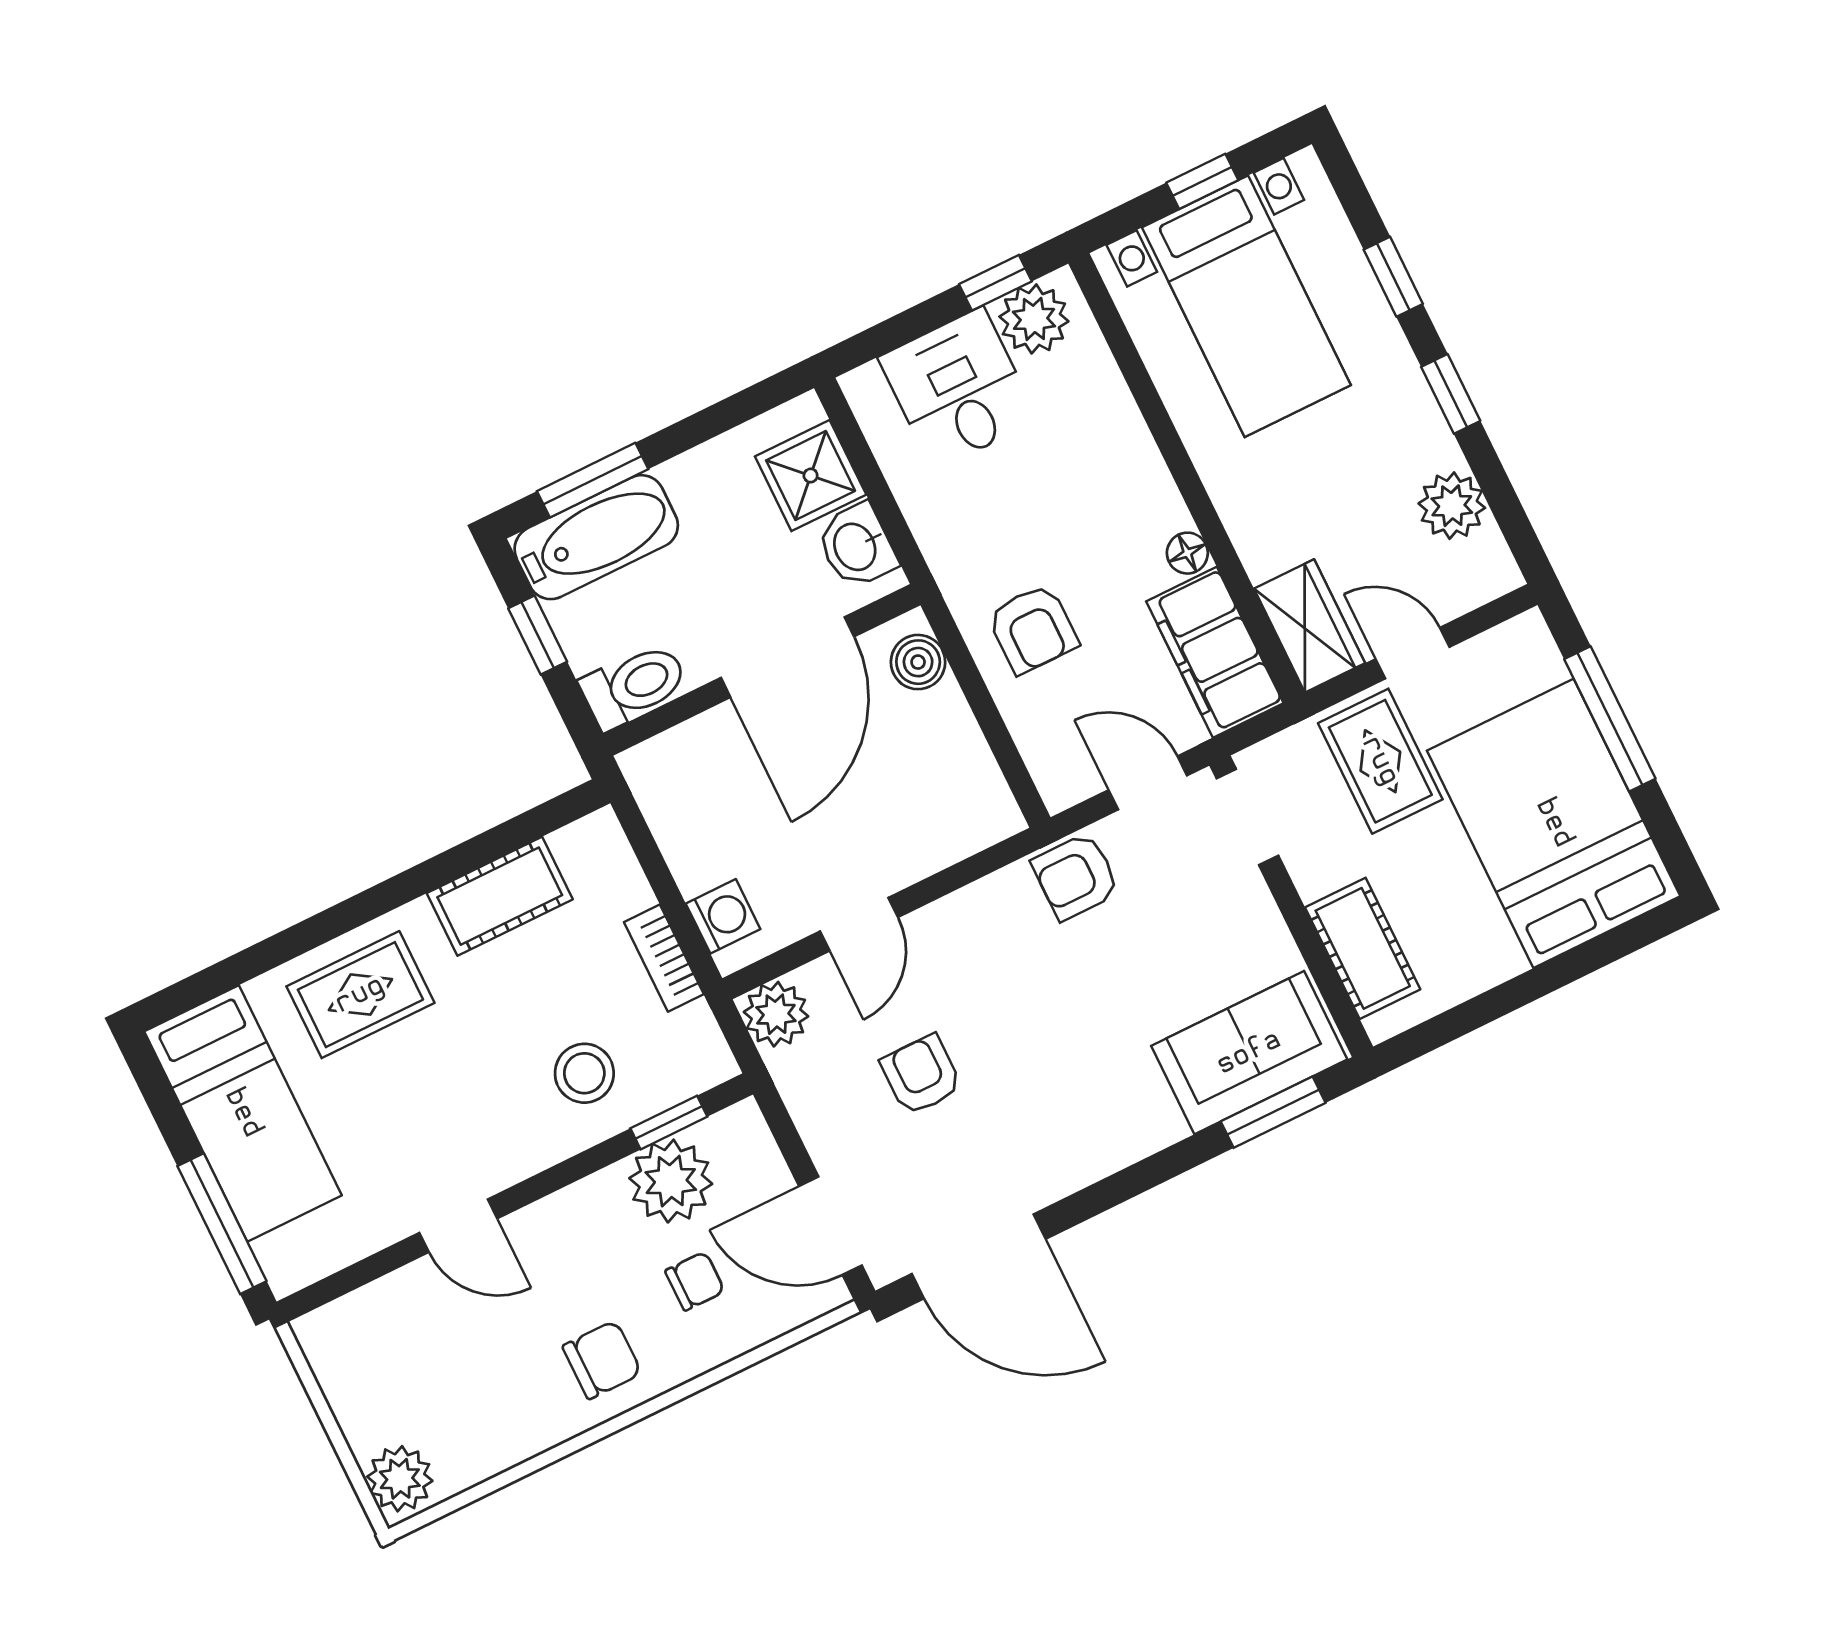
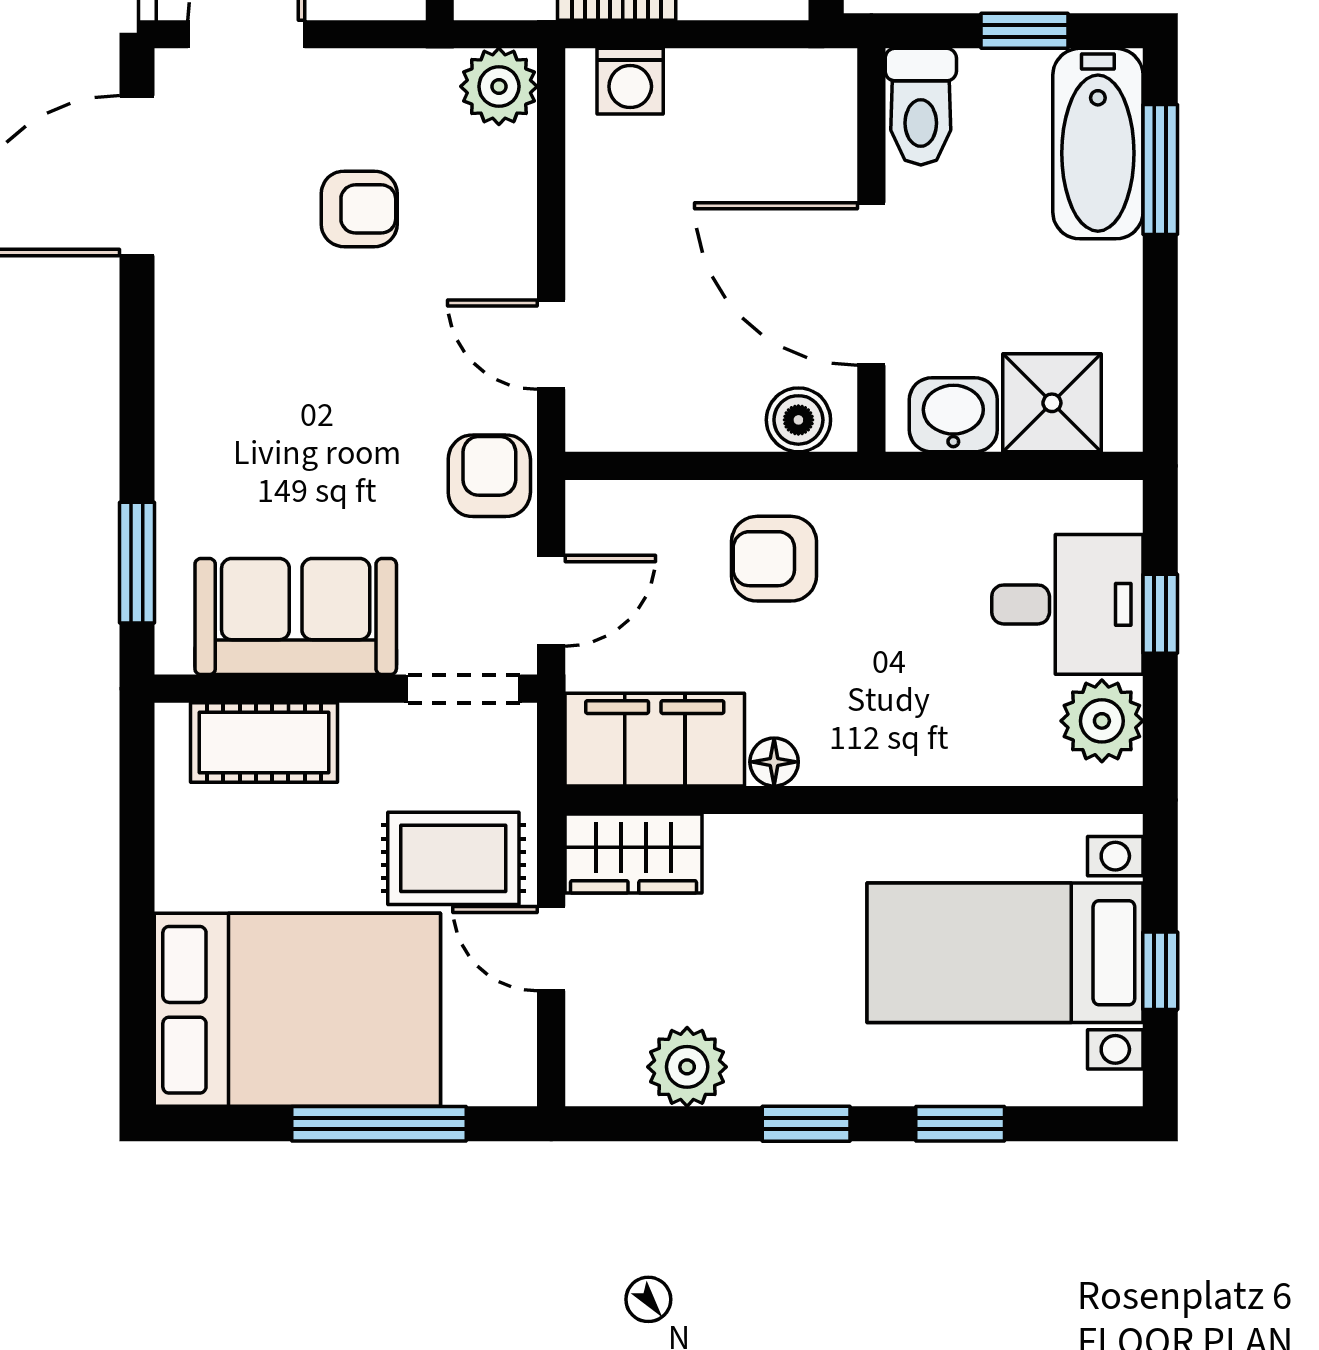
window: (995, 283) -> (1160, 614), moved
door: (1412, 653) -> (551, 949), swing flipped
door: (859, 924) -> (551, 345), moved
sofa: (1249, 1053) -> (296, 617), moved, turned -90

